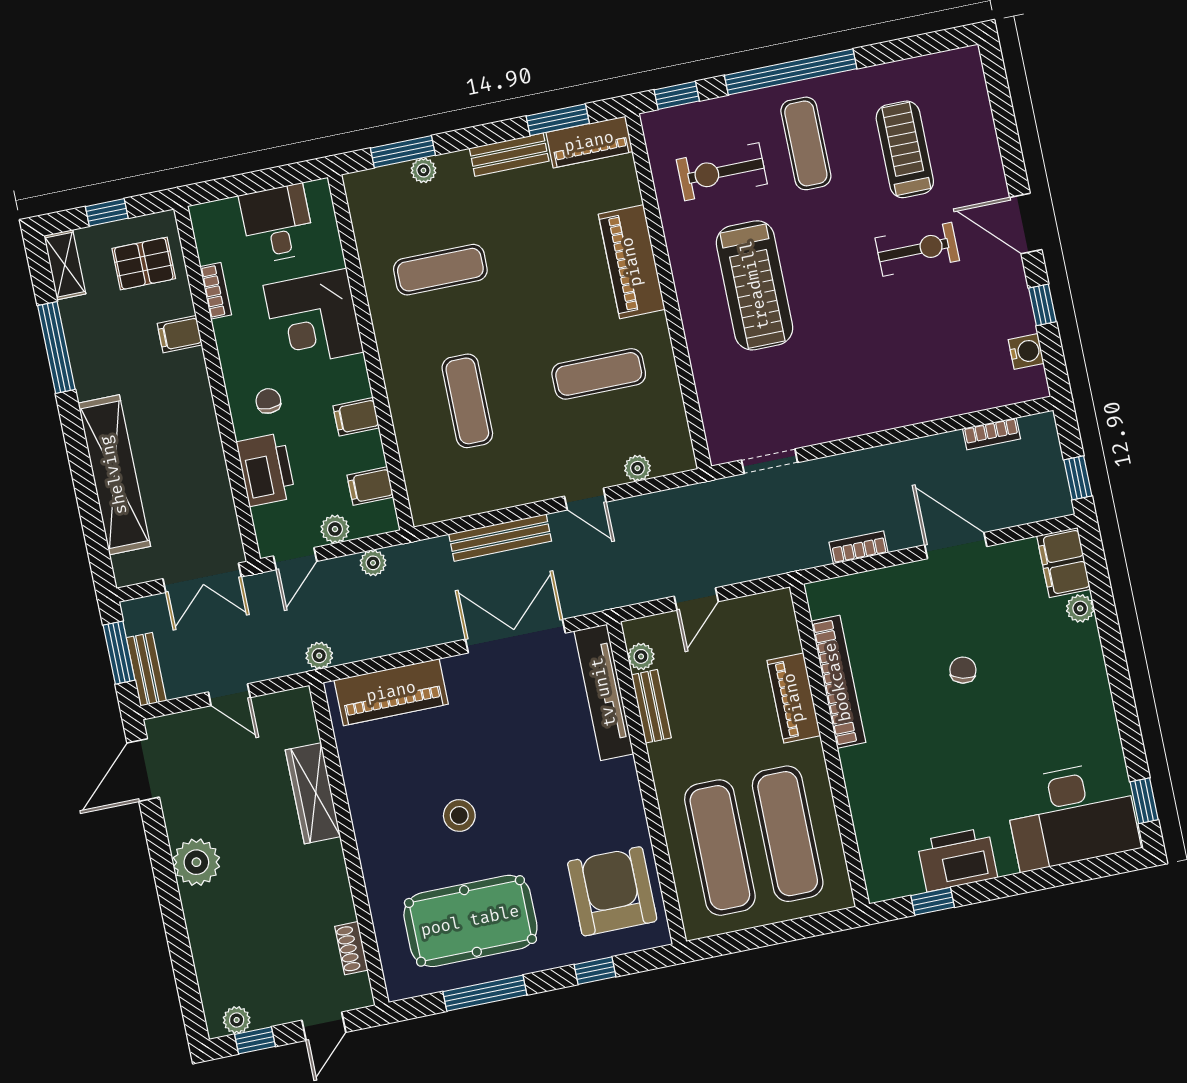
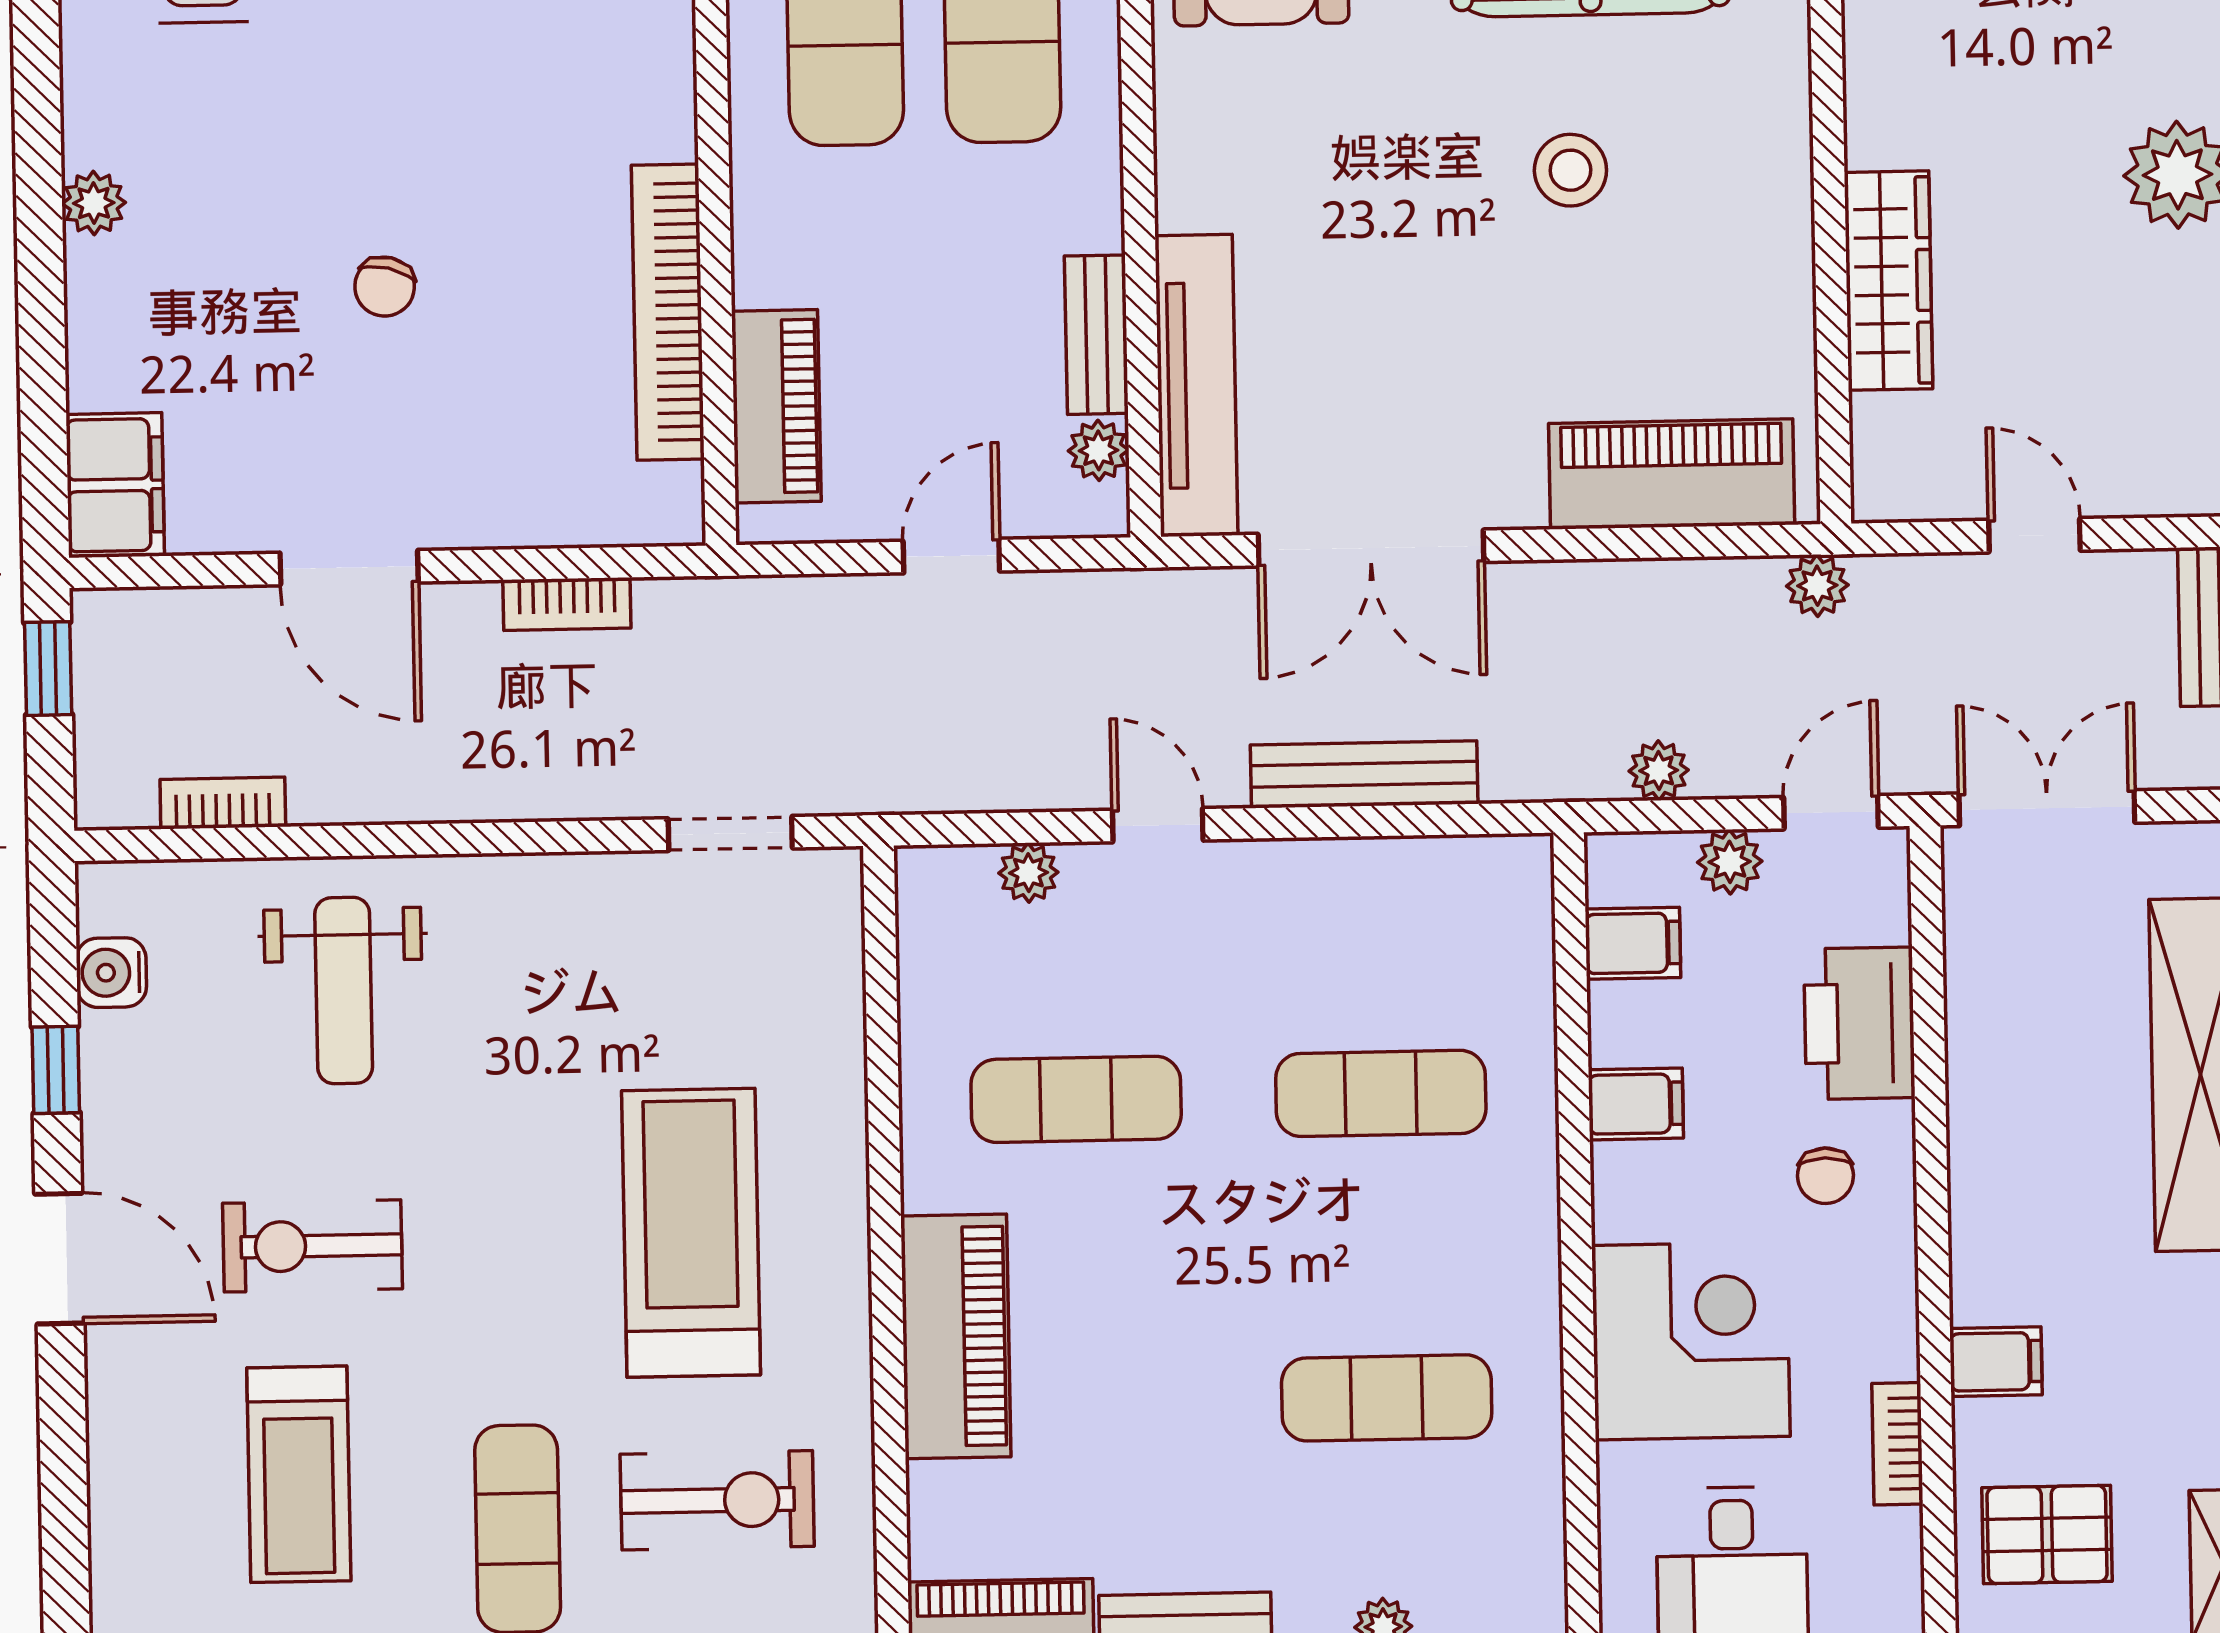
weight bench: (924, 362) -> (344, 991), added
exercise mat: (467, 401) -> (1381, 1093), turned 90
plant: (1080, 608) -> (94, 203), moved
piano: (794, 698) -> (776, 406), moved

